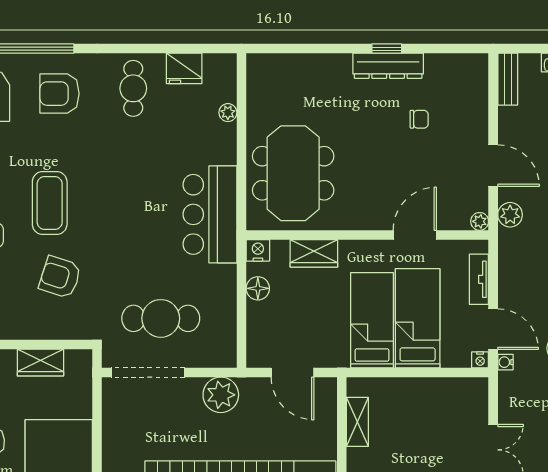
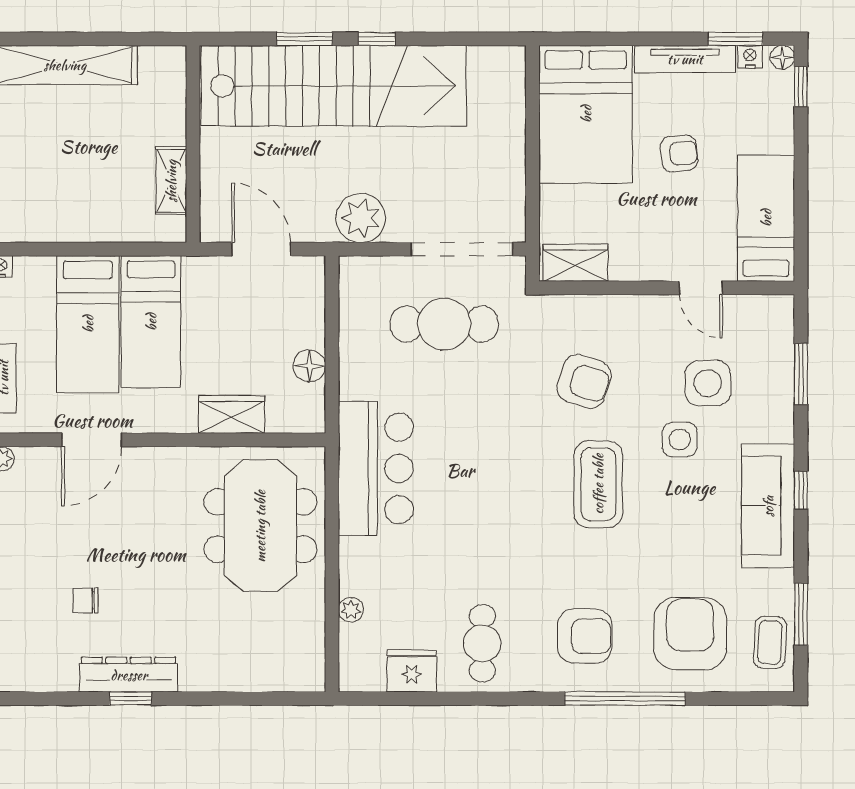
nightstand: (258, 250) -> (309, 418), removed
wardrobe: (40, 363) -> (575, 263), moved

